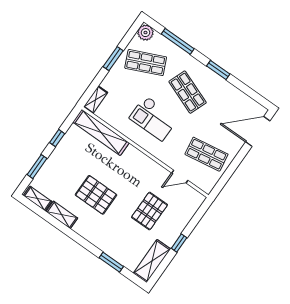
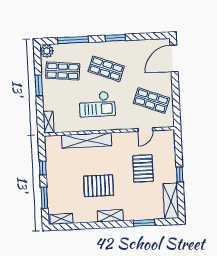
shop shelf: (146, 63) -> (63, 71), turned 30
shelving: (101, 132) -> (87, 140), moved
shop shelf: (206, 154) -> (151, 101), turned 30
shelving: (62, 215) -> (110, 216), moved

